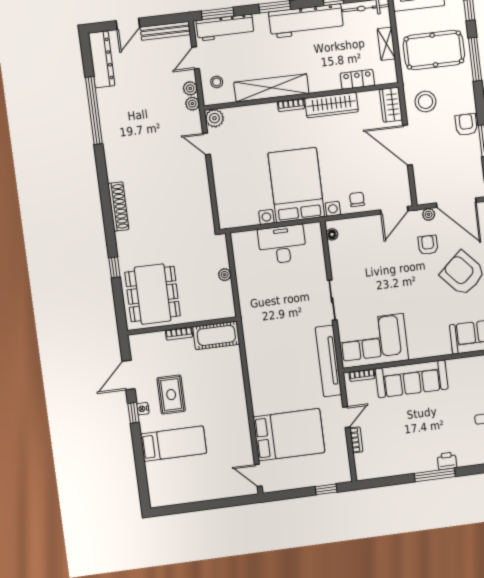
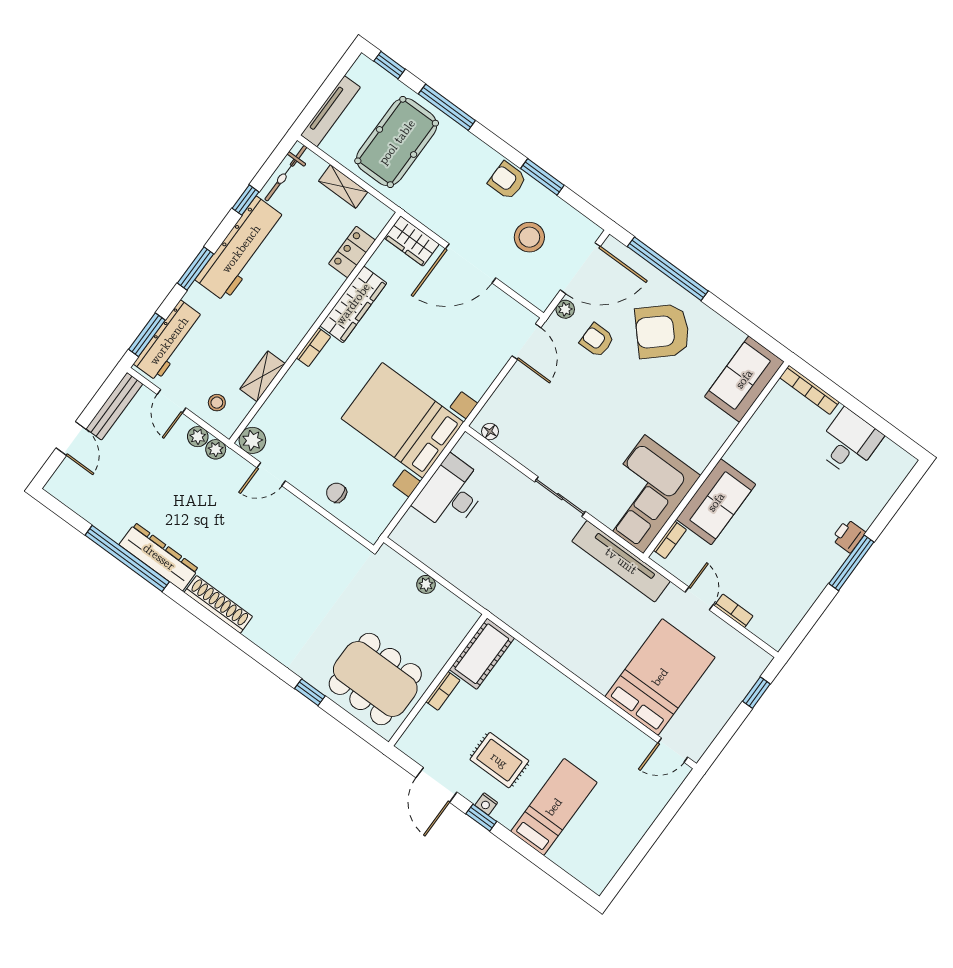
dresser: (102, 59) -> (159, 557), moved
shelving: (271, 88) -> (262, 376), width x0.45, depth x0.75
stool: (425, 102) -> (529, 237), moved
chair: (357, 199) -> (336, 493), moved
shoe rack: (118, 207) -> (218, 604), moved
sofa: (412, 379) -> (716, 502), width x0.73

